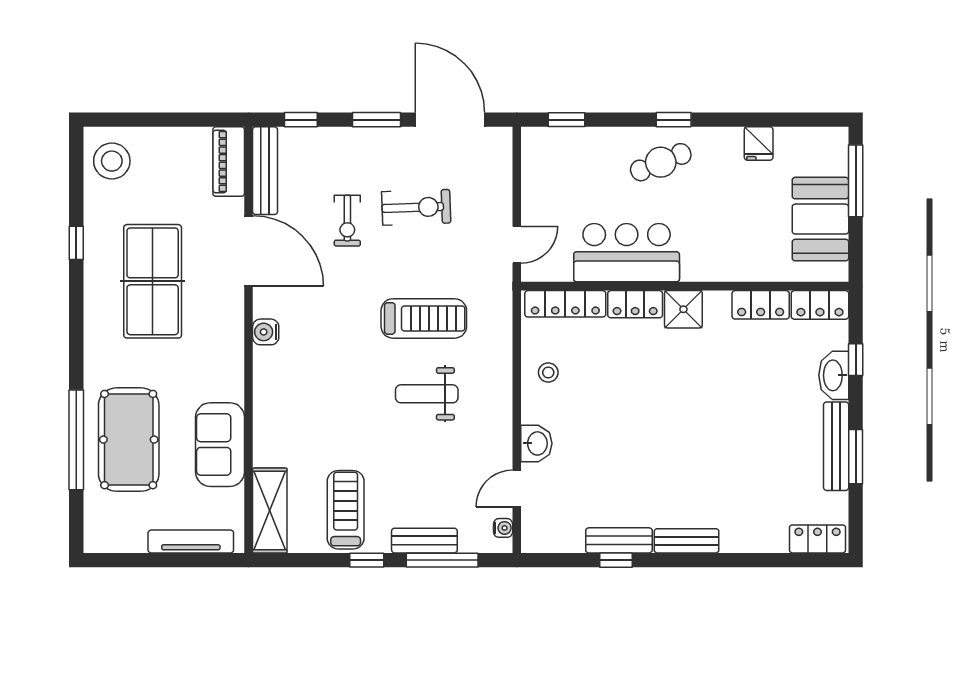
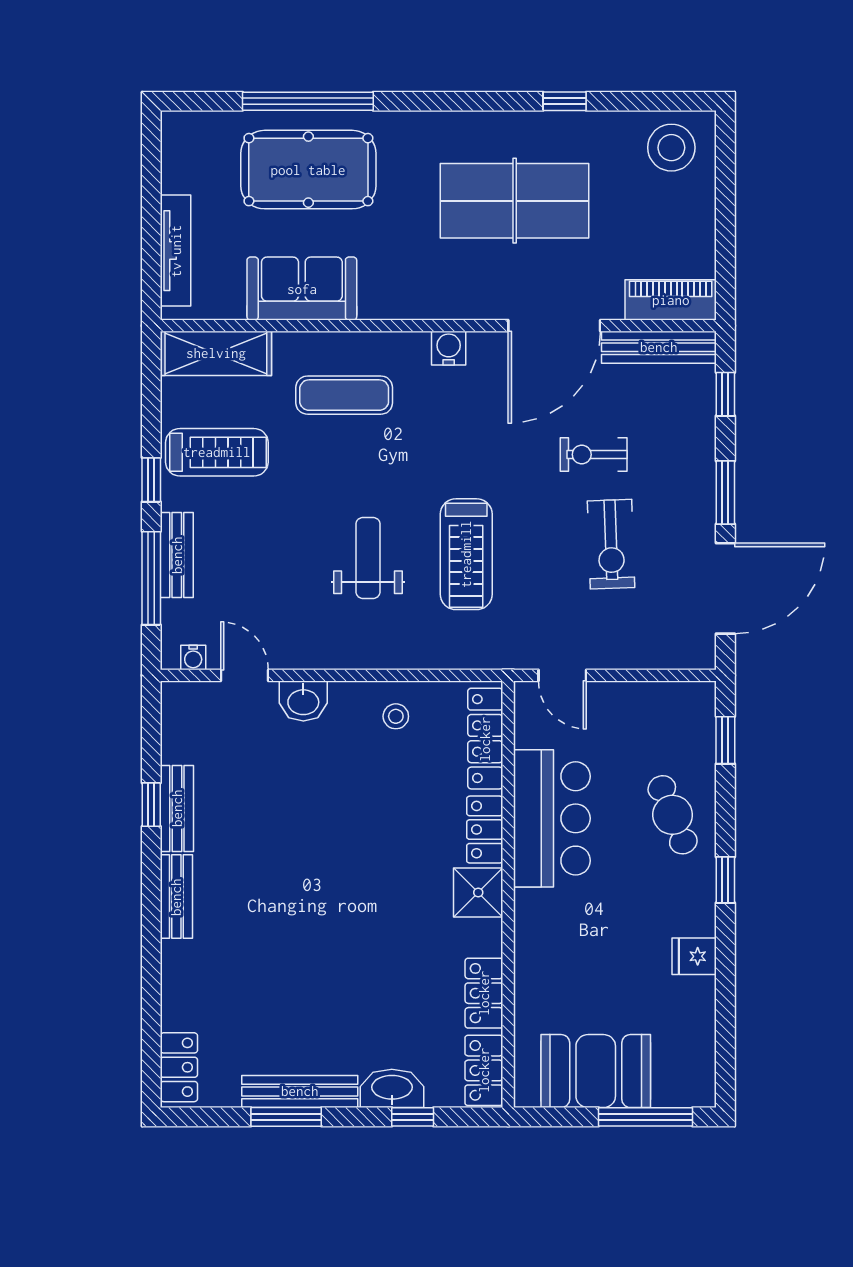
fridge: (759, 144) -> (694, 956), moved
cafe table: (661, 162) -> (673, 815), moved
exercise mat: (302, 412) -> (344, 395), added

